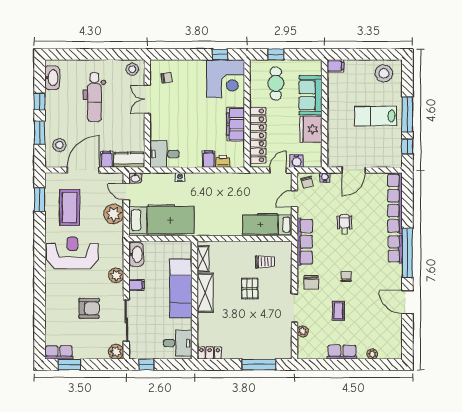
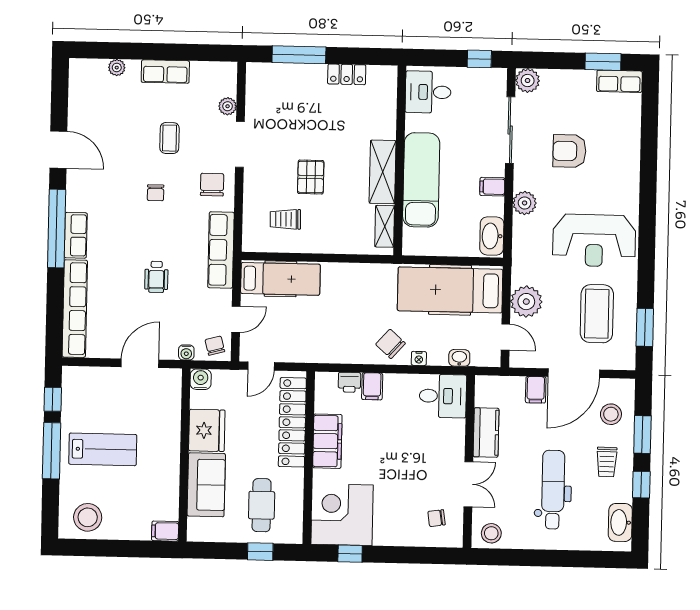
trolley: (61, 115) -> (607, 462), added
kitchen counter: (129, 160) -> (486, 432), moved, turned -90
water cooler: (297, 161) -> (201, 379), moved
washbasin: (135, 178) -> (459, 358), moved
chair: (198, 186) -> (390, 344), added
locker: (210, 353) -> (347, 74), moved

